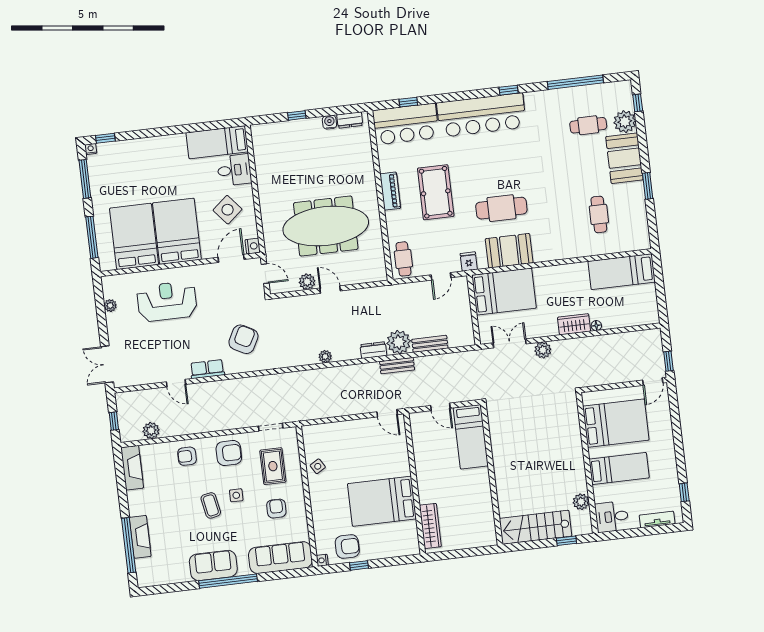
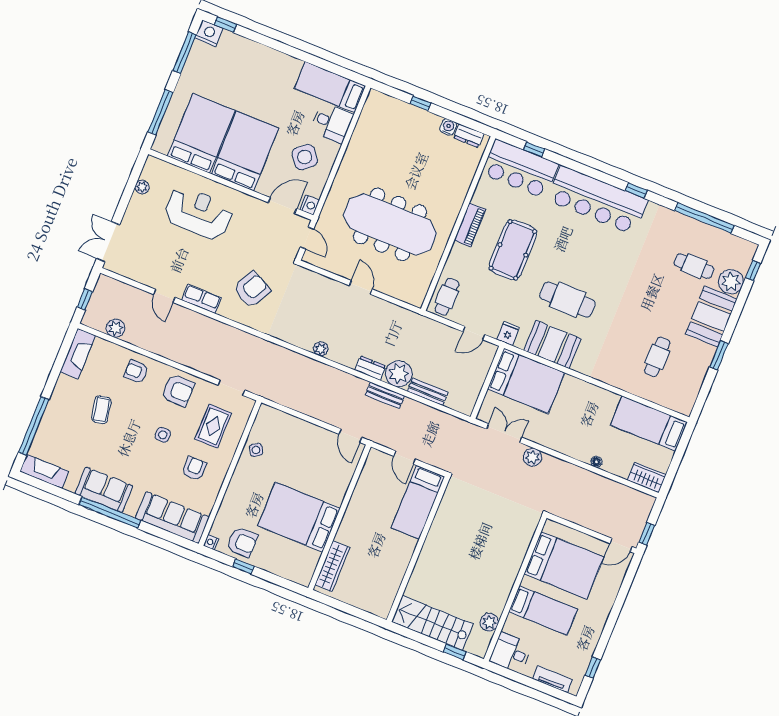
nightstand: (91, 149) -> (209, 33), width x1.89, depth x1.79
plant: (307, 282) -> (343, 268), removed
wardrobe: (574, 324) -> (647, 477), moved
coffee table: (211, 505) -> (101, 410), moved
fireplace: (140, 537) -> (44, 471), moved, turned -90

